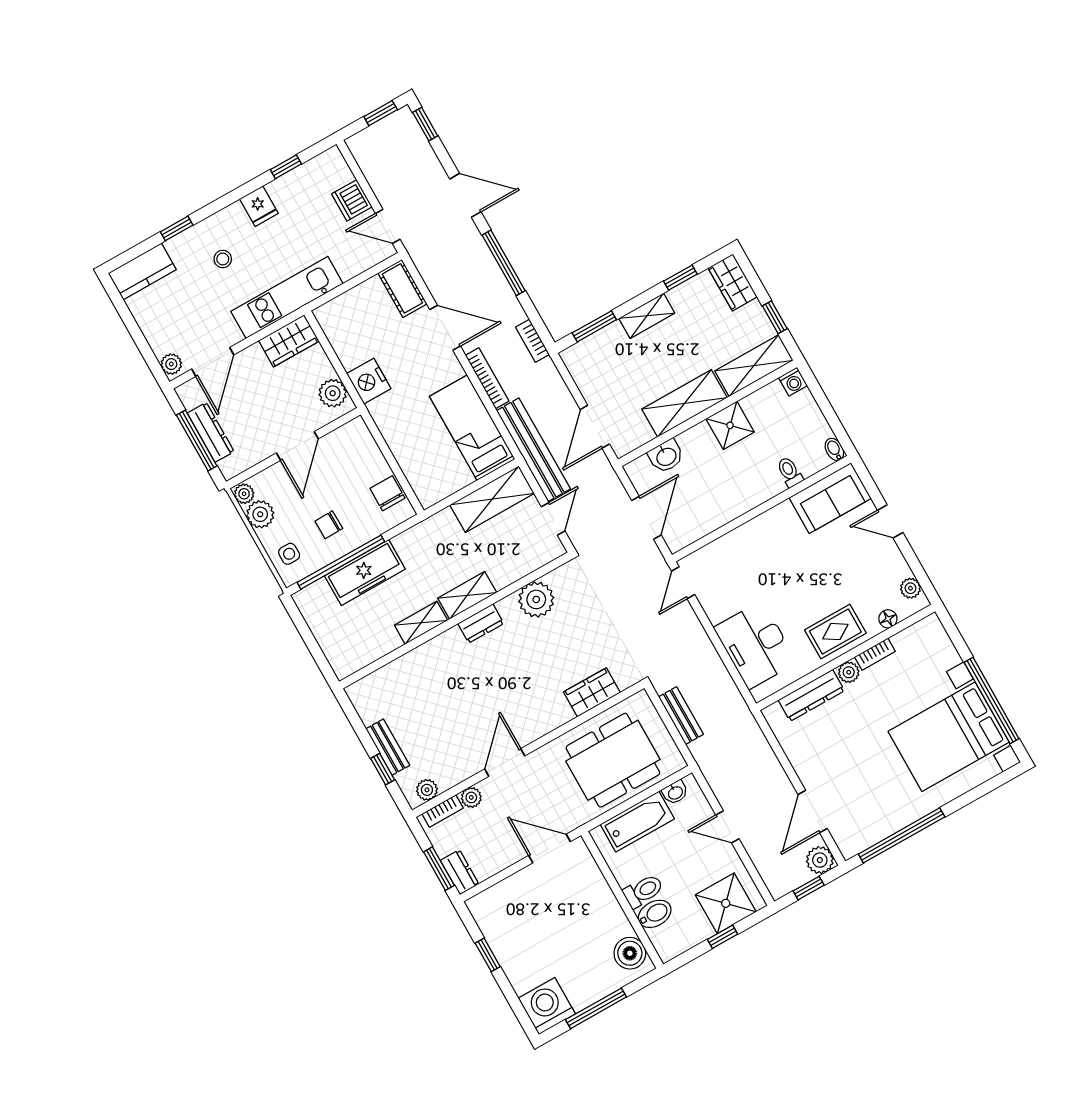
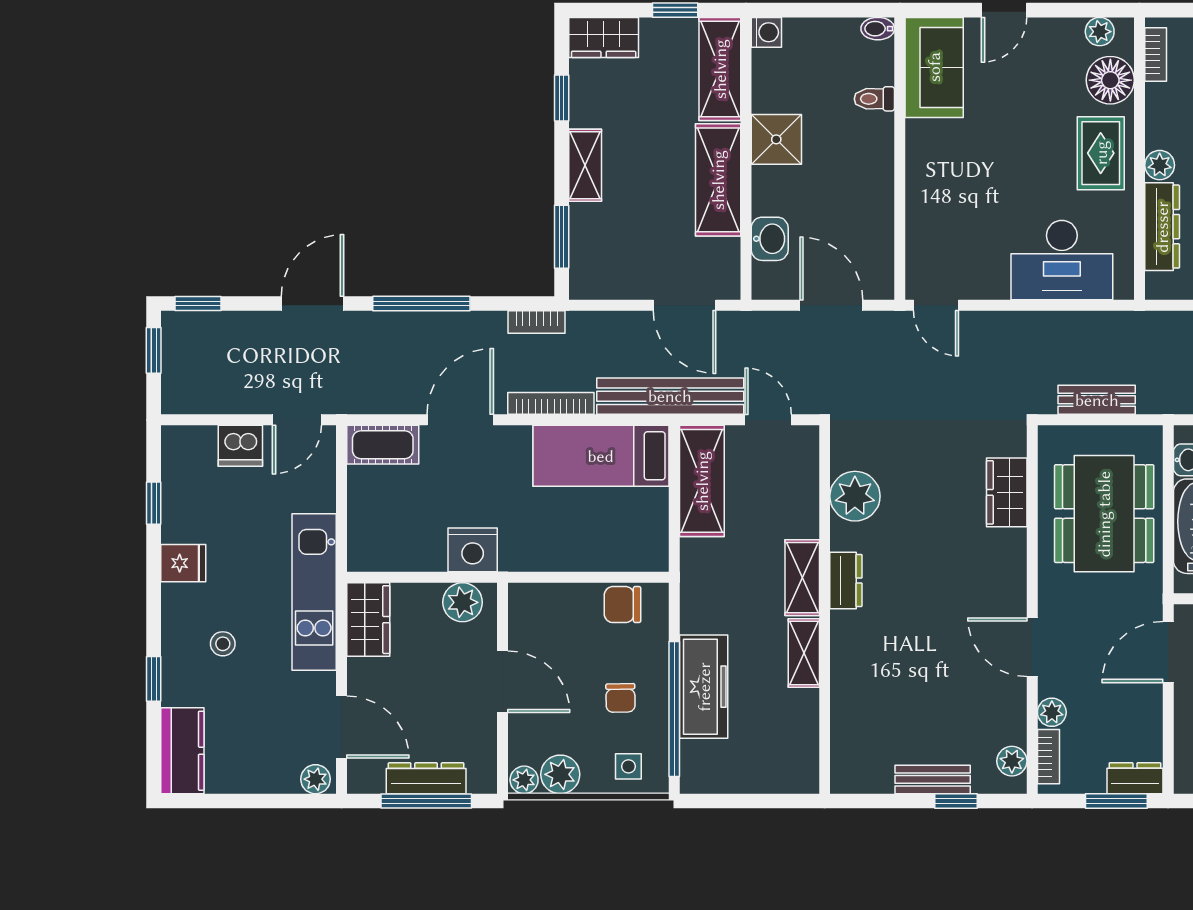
floor lamp: (888, 619) -> (1110, 80), width x1.89, depth x1.89
bookcase: (875, 654) -> (1156, 55), moved

